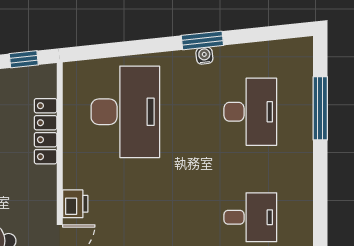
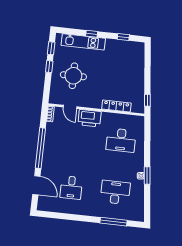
desk: (125, 112) -> (121, 140), width x0.73, depth x0.77
desk: (250, 112) -> (115, 192), turned 180
printer: (75, 204) -> (90, 118), width x1.87, depth x1.48

